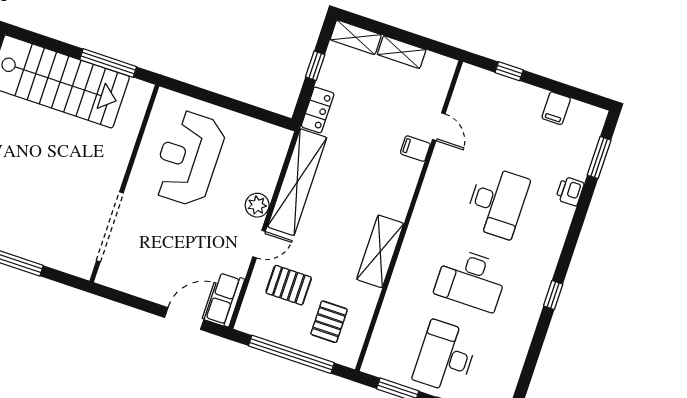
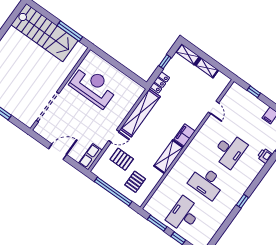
filing cabinet: (415, 149) -> (185, 135), moved, width x2.00
reception desk: (188, 158) -> (93, 86), turned 90
plant: (257, 205) -> (118, 118), removed
door: (184, 319) -> (58, 152), moved

